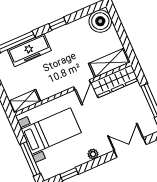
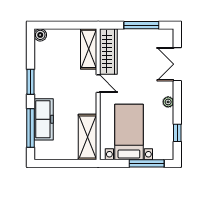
boiler: (100, 21) -> (40, 35), width x0.54, depth x0.54
window: (58, 24) -> (30, 82), width x1.50
shelving: (25, 101) -> (88, 137), width x1.50, depth x1.33

